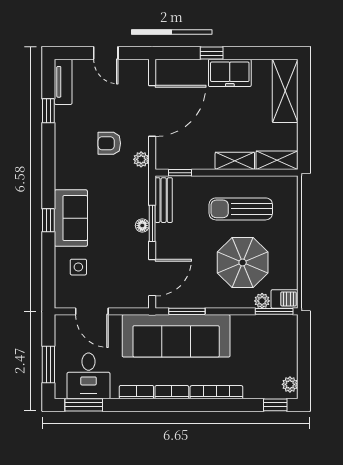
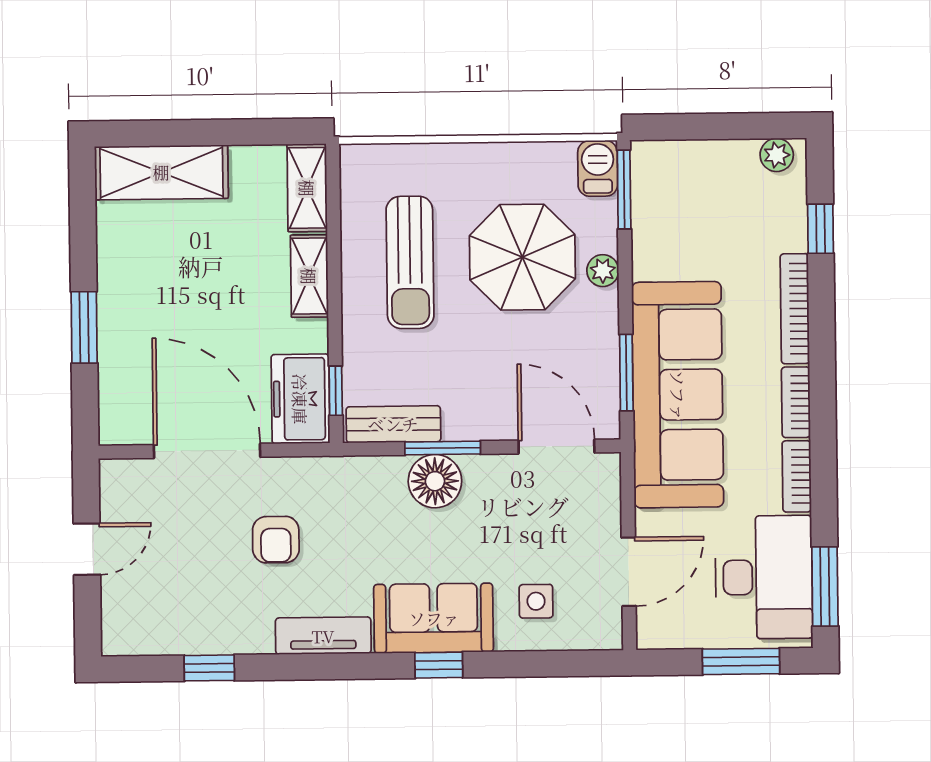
window: (212, 53) -> (84, 327), width x1.50
freezer: (230, 73) -> (300, 399), moved, turned 180
tv unit: (63, 82) -> (323, 636), moved
plant: (141, 159) -> (309, 472), removed
floor lamp: (142, 226) -> (435, 481), width x1.89, depth x1.89
plant: (262, 301) -> (603, 271), moved
desk: (89, 376) -> (764, 577), width x1.37
window: (275, 405) -> (821, 229), moved

